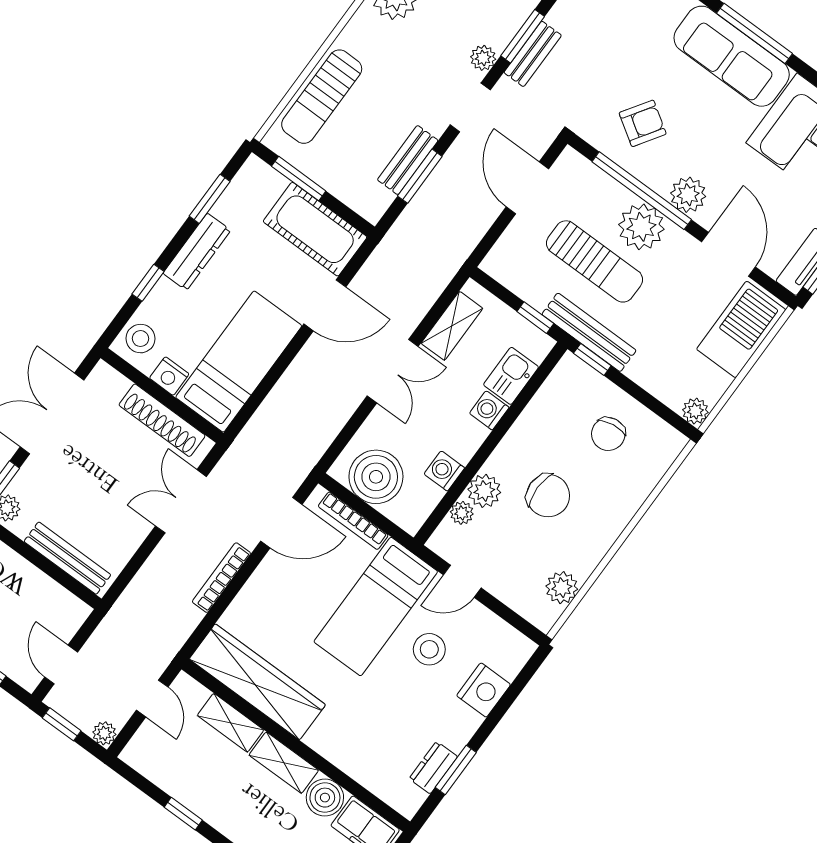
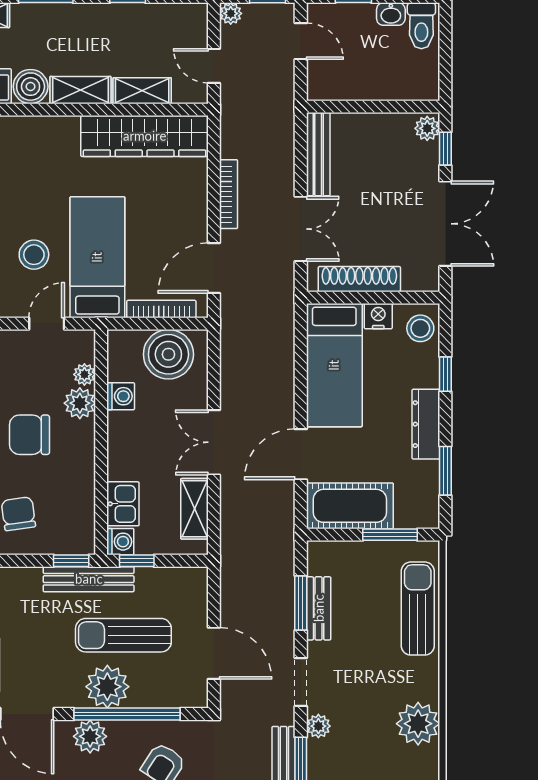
washing machine: (489, 410) -> (120, 542), moved
bench: (67, 558) -> (318, 154), moved, turned 90

